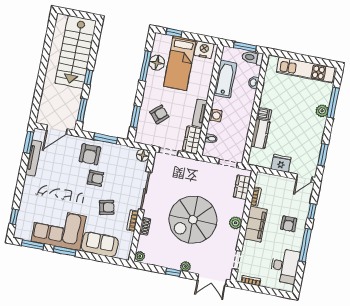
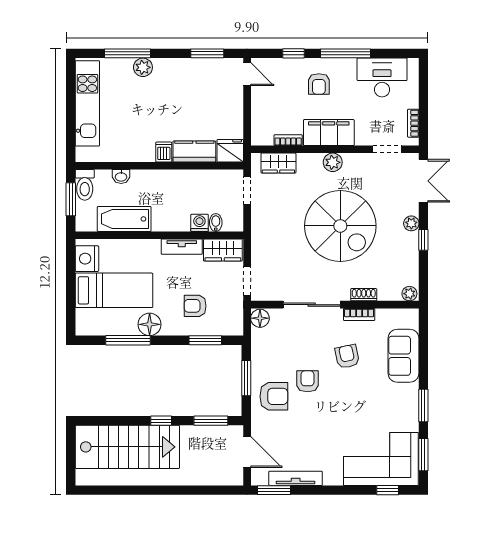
window: (174, 33) -> (71, 308), removed
floor lamp: (157, 63) -> (150, 324), moved
armchair: (159, 114) -> (195, 306), turned -48
washing machine: (215, 115) -> (199, 223), moved
fridge: (281, 163) -> (230, 151), moved, turned 90
armchair: (289, 224) -> (319, 84), turned 90
corner sofa: (59, 229) -> (381, 459), moved, turned 90

